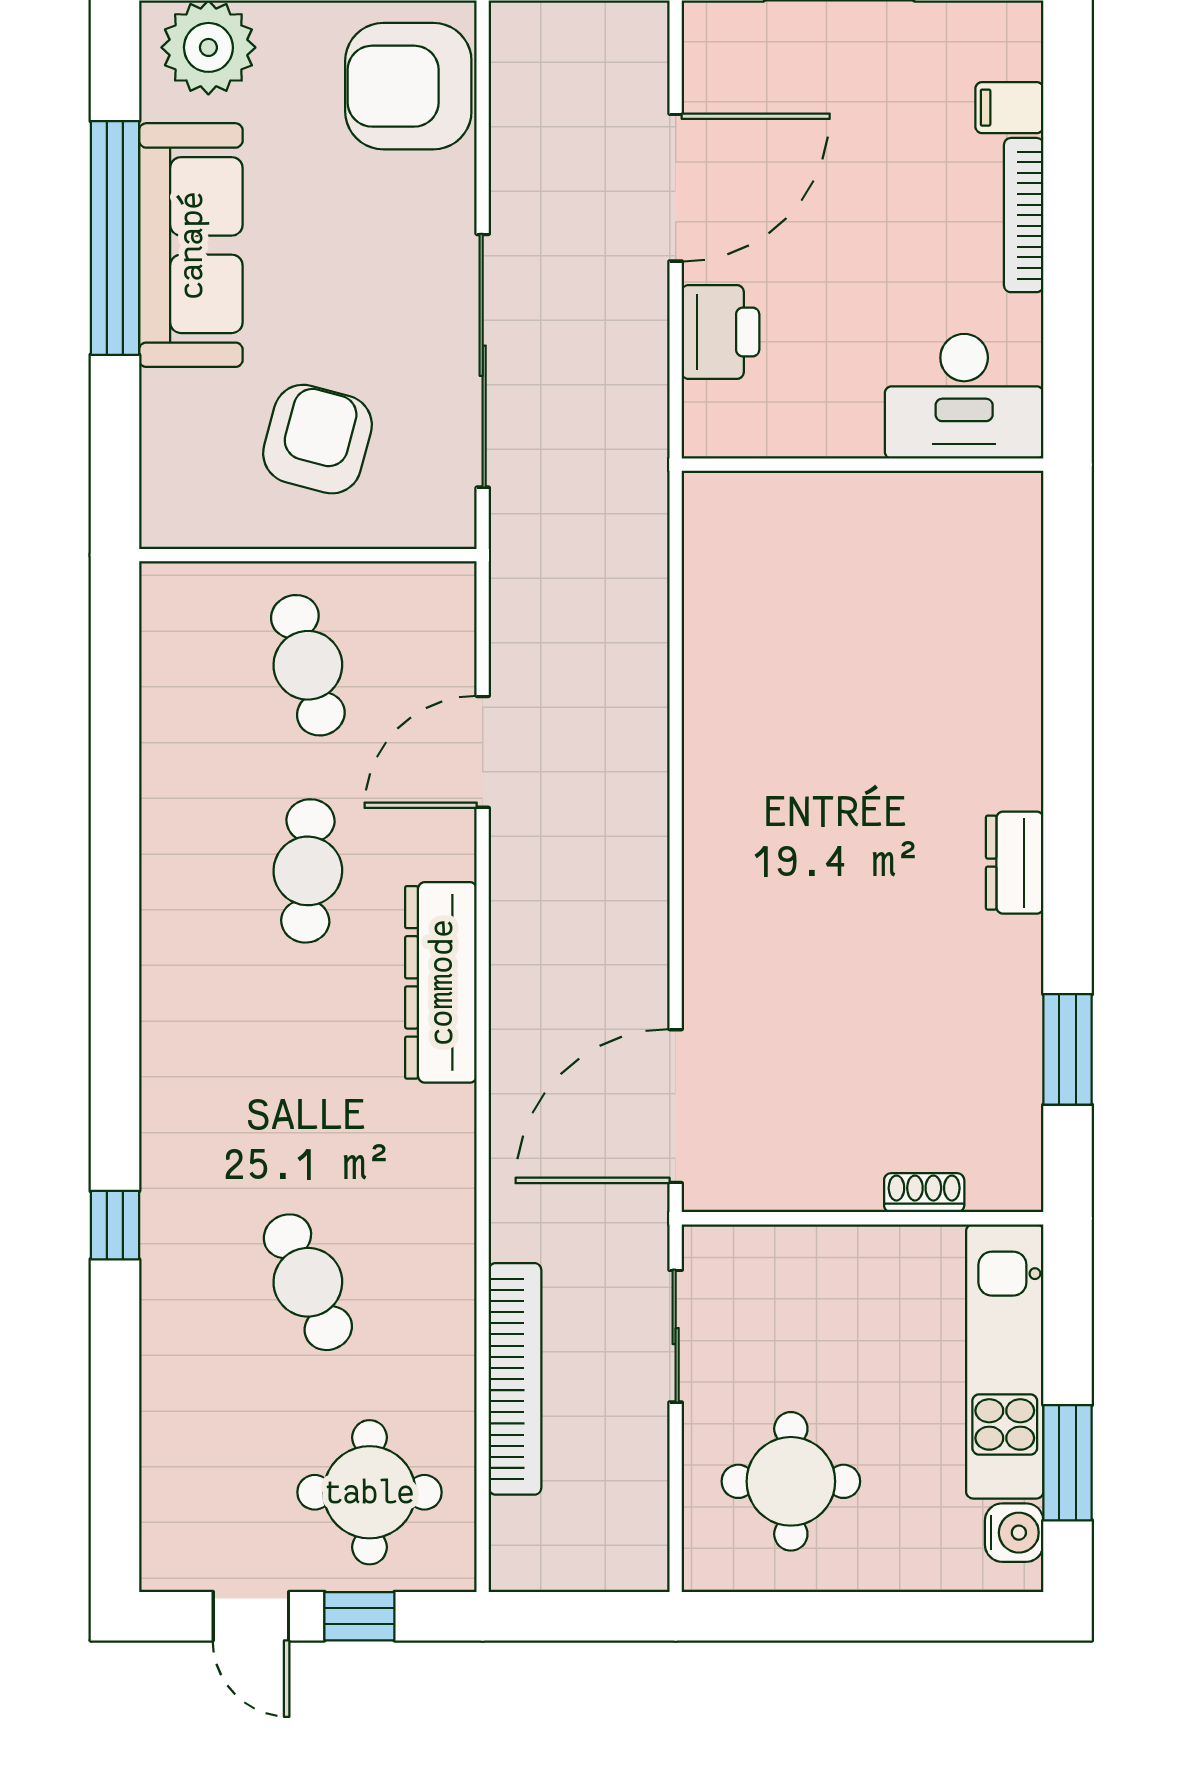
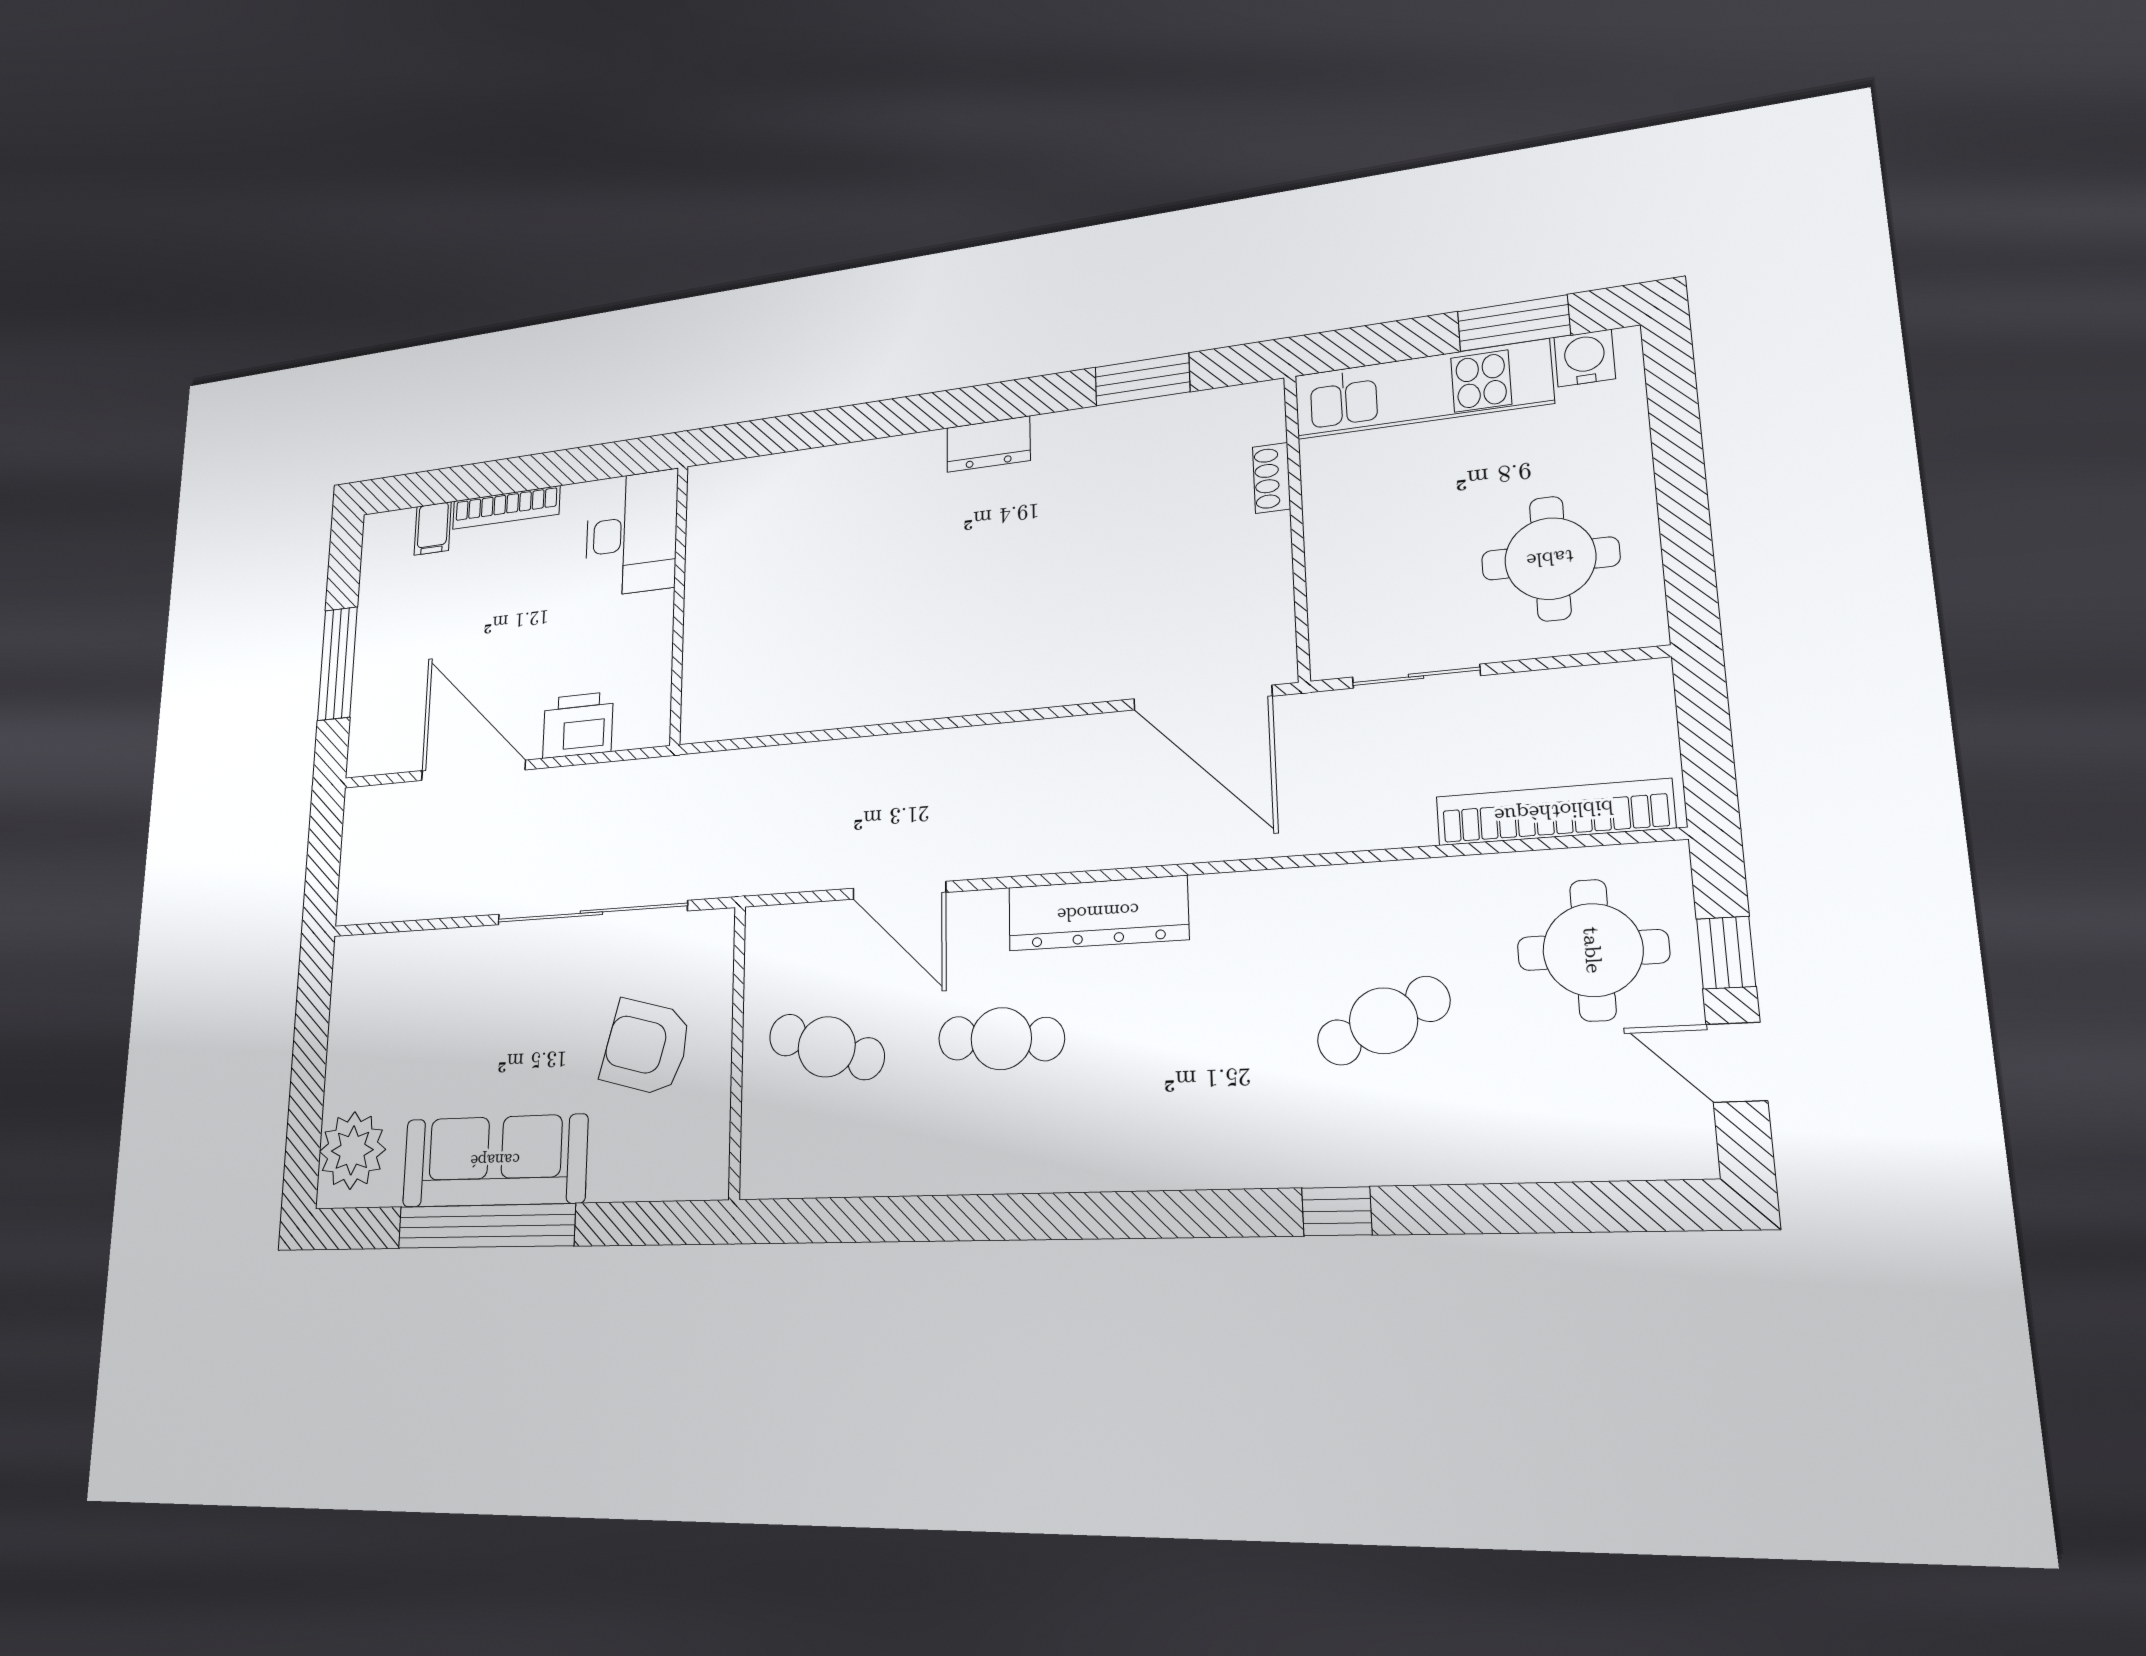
armchair: (408, 86) -> (390, 986), removed
cafe table: (308, 665) -> (827, 1047), turned 33
bookcase: (515, 1379) -> (1554, 812), moved
door: (251, 1616) -> (1737, 1062), swing flipped

